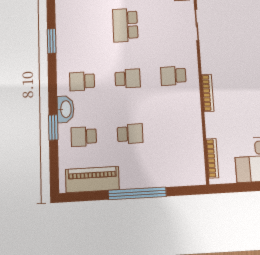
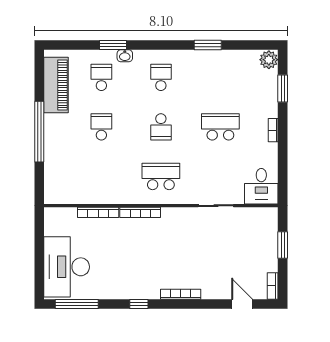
school desk: (173, 76) -> (161, 177), width x1.85
washbasin: (65, 109) -> (125, 56), width x0.52, depth x0.69
school desk: (130, 134) -> (101, 127), turned 180
bookcase: (212, 158) -> (98, 212), moved

